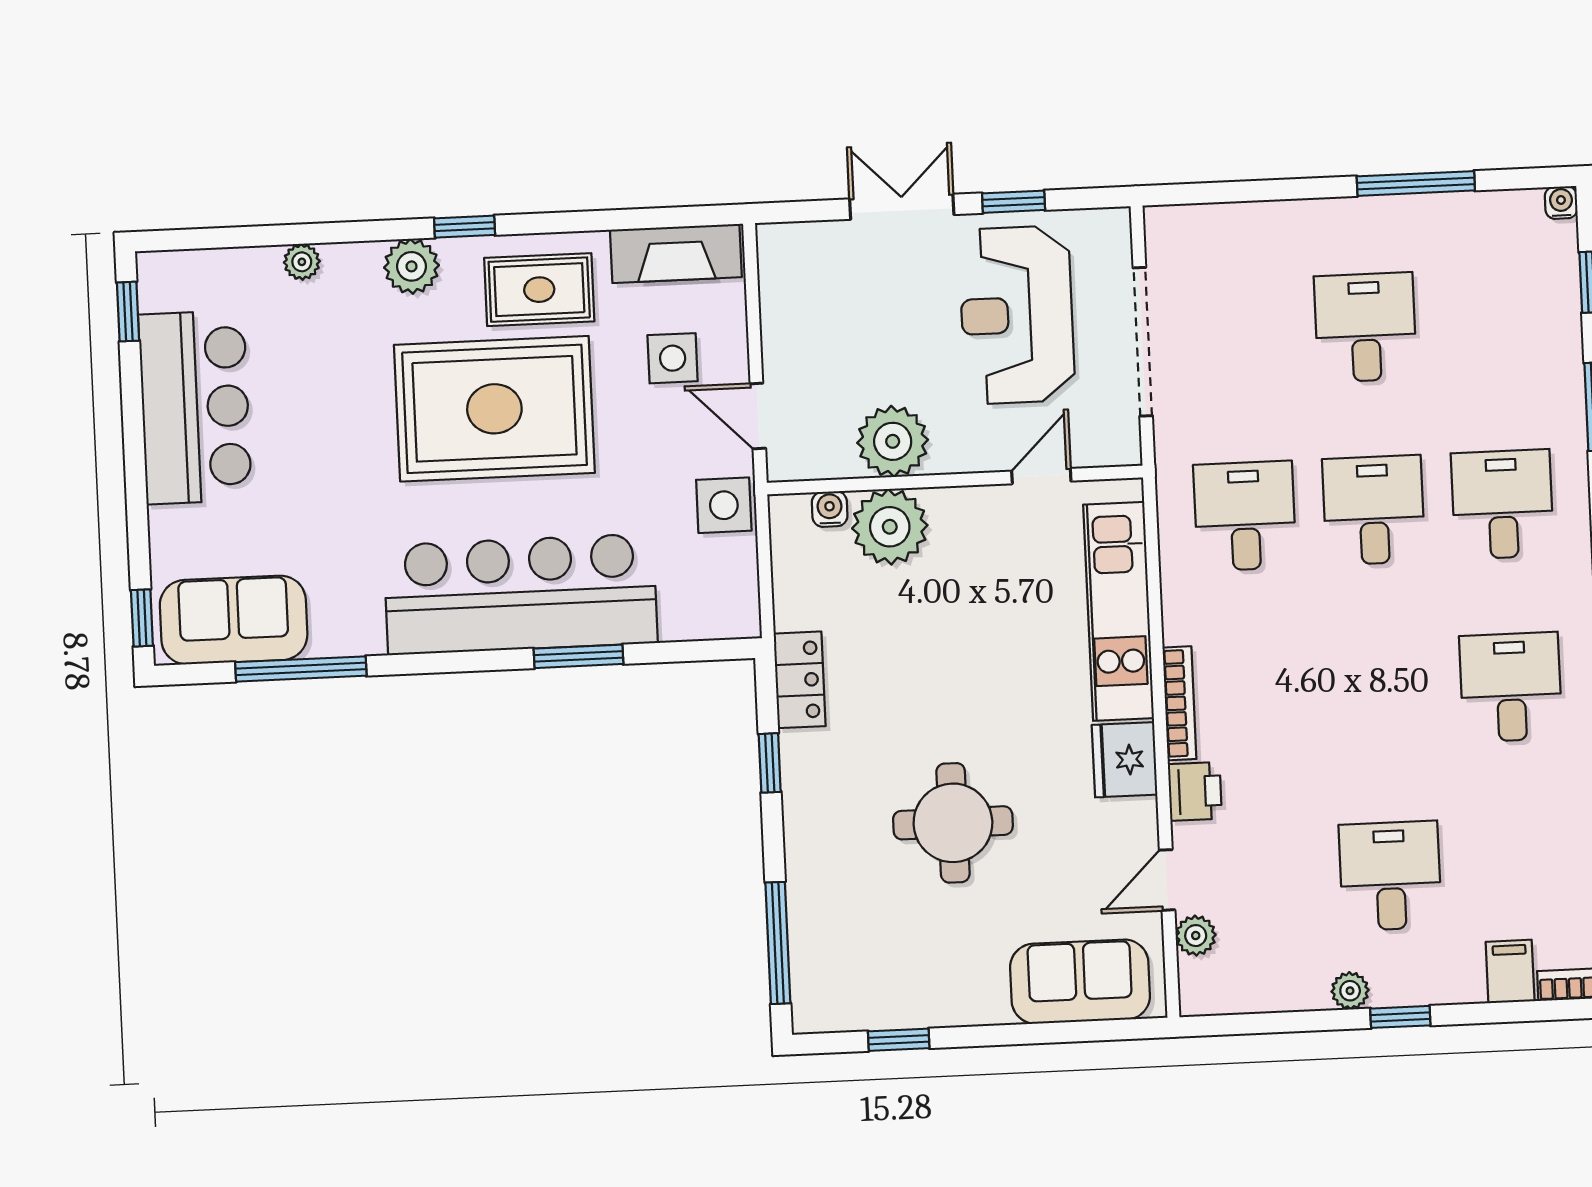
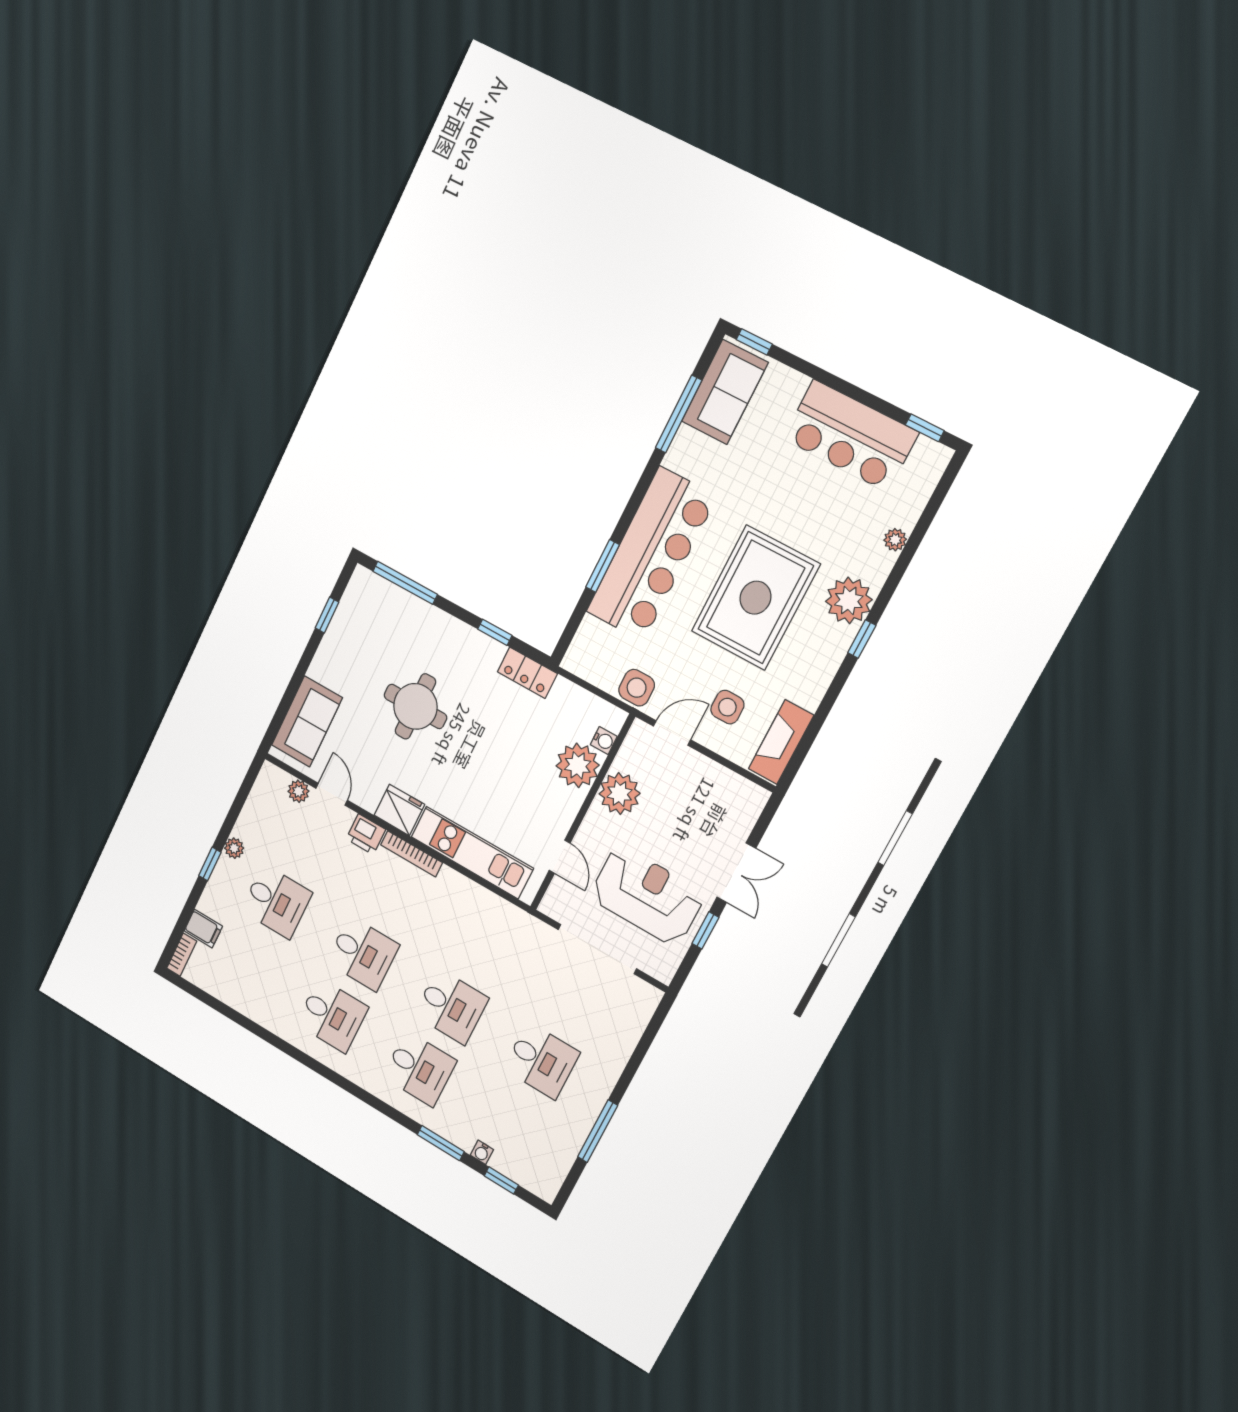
water cooler: (1561, 203) -> (482, 1152), moved, turned 90
plant: (412, 266) -> (849, 601), width x1.36, depth x1.36
rug: (539, 290) -> (804, 659), removed
desk: (1245, 516) -> (363, 954), moved

